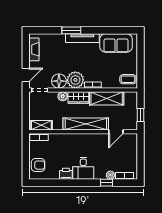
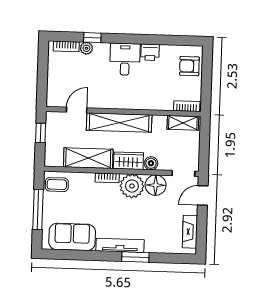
window: (140, 61) -> (38, 209), added

